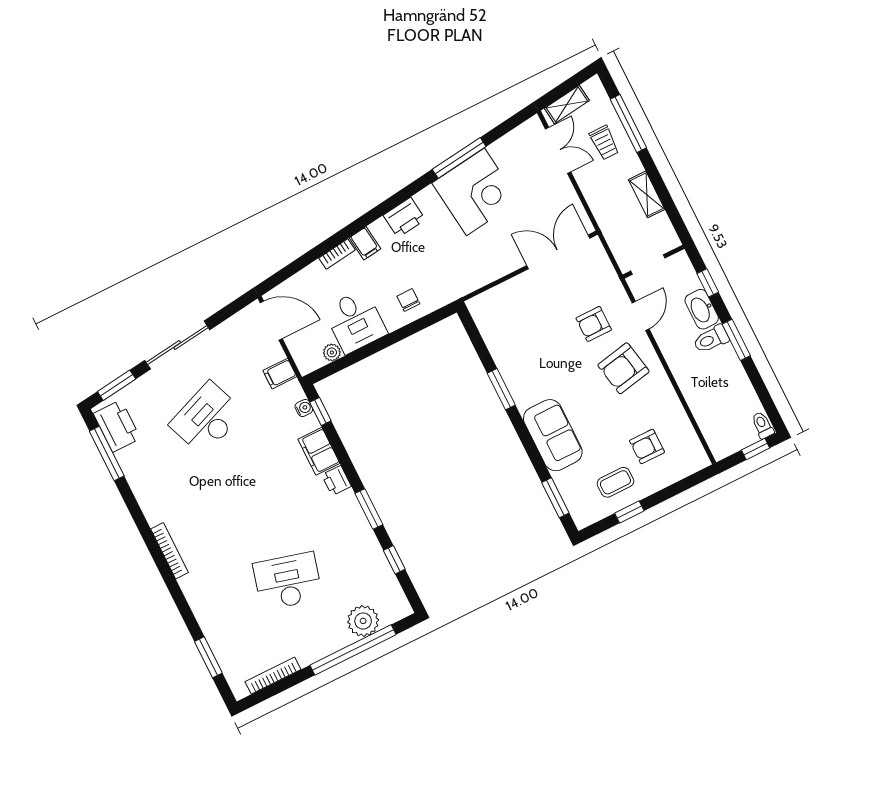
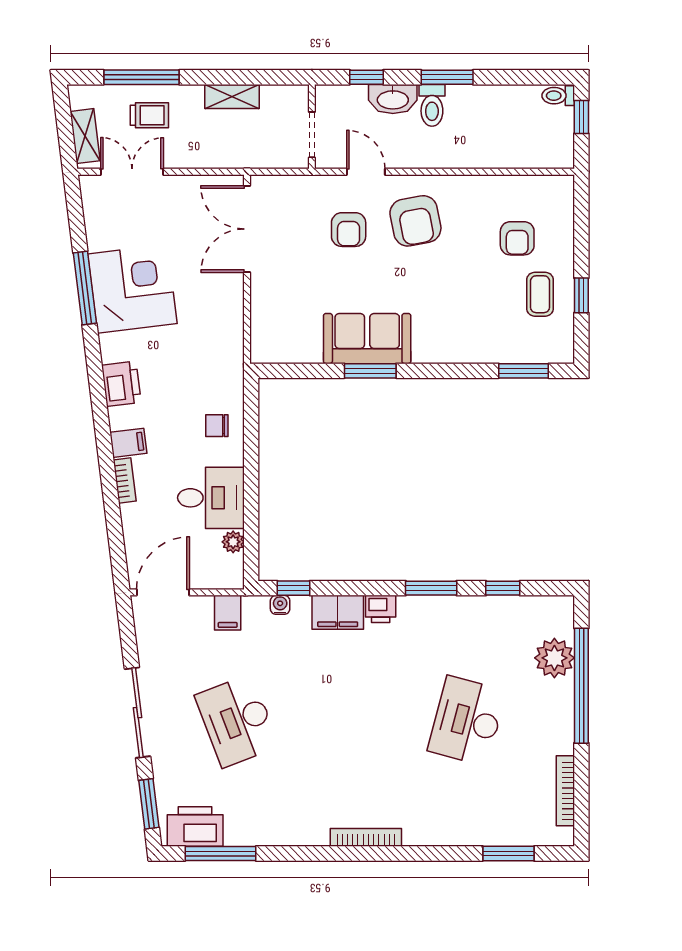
sofa: (553, 435) -> (367, 339), moved

